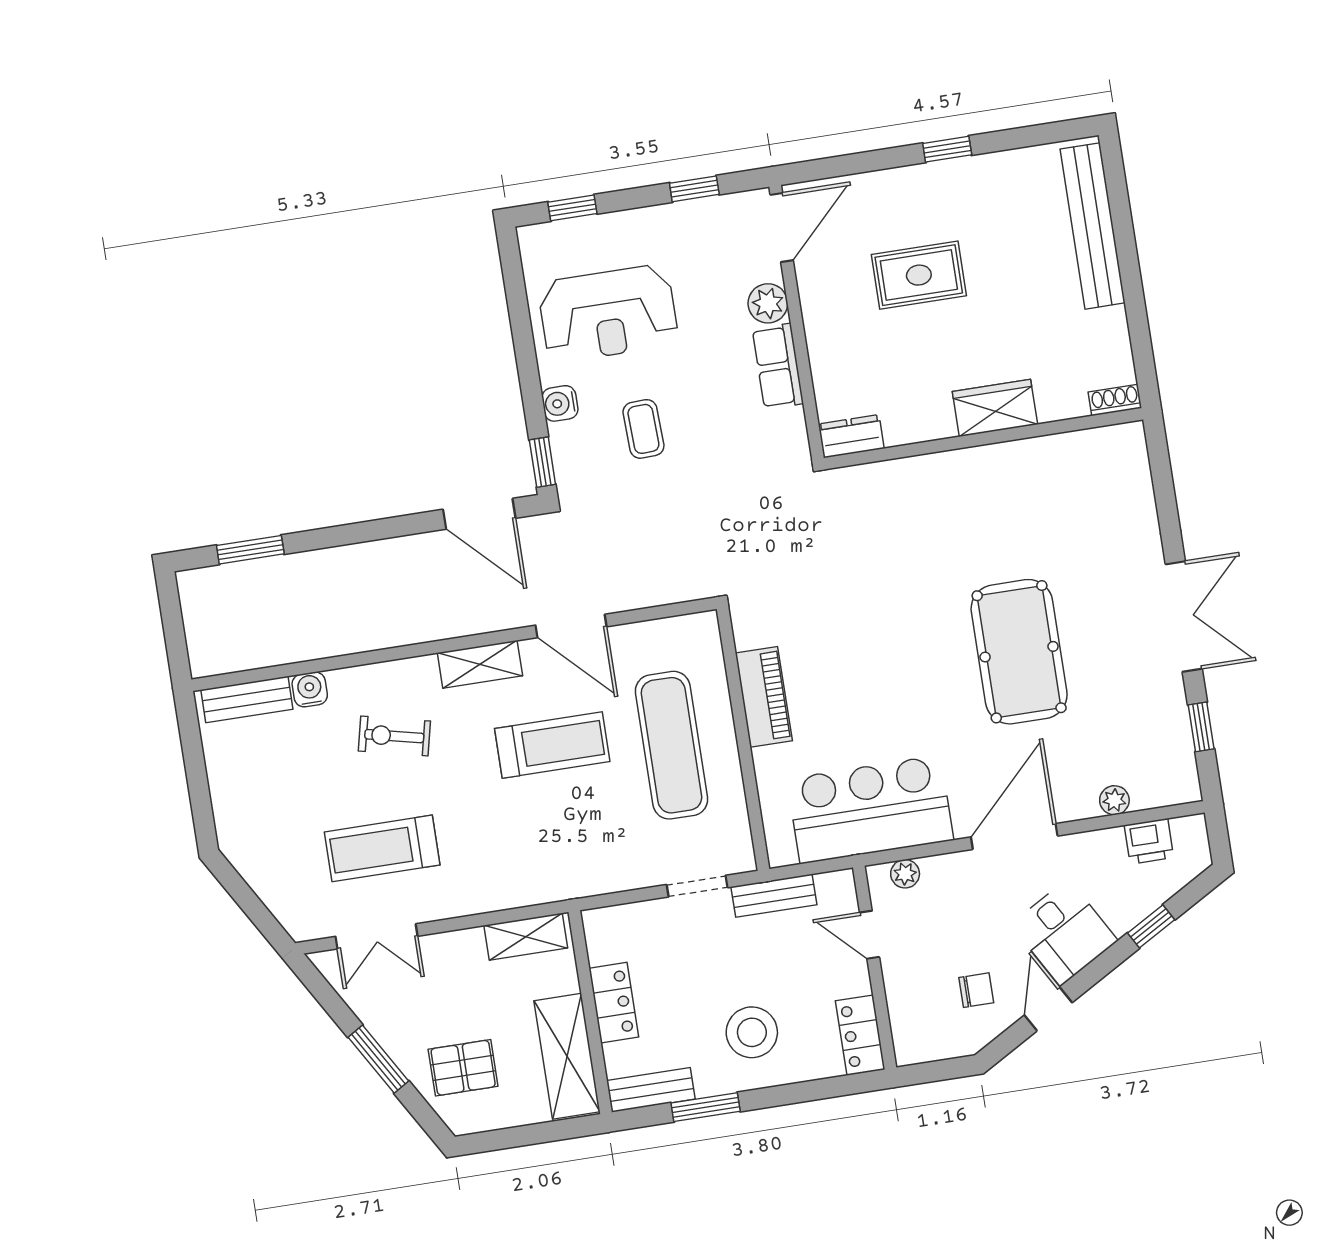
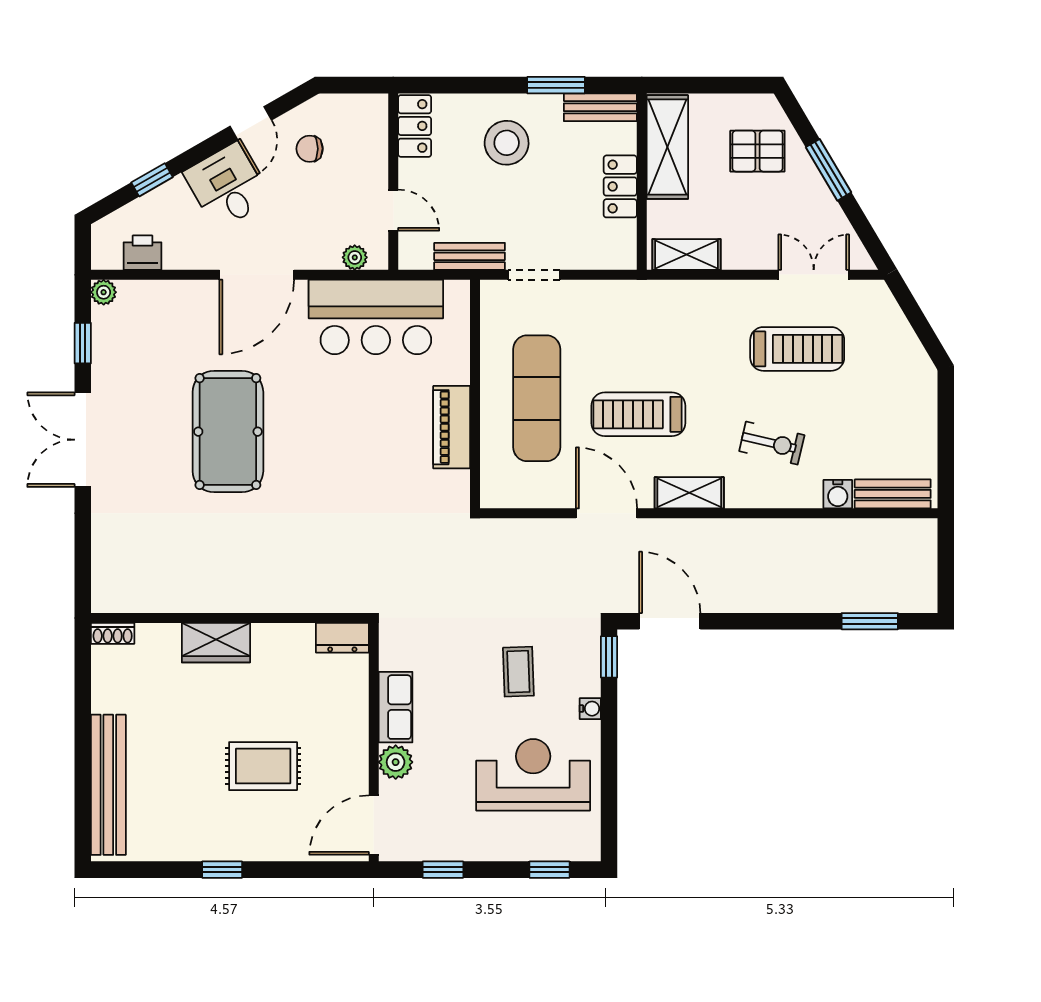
water cooler: (560, 403) -> (590, 709), width x0.72, depth x0.72
plant: (1114, 800) -> (104, 292), moved

